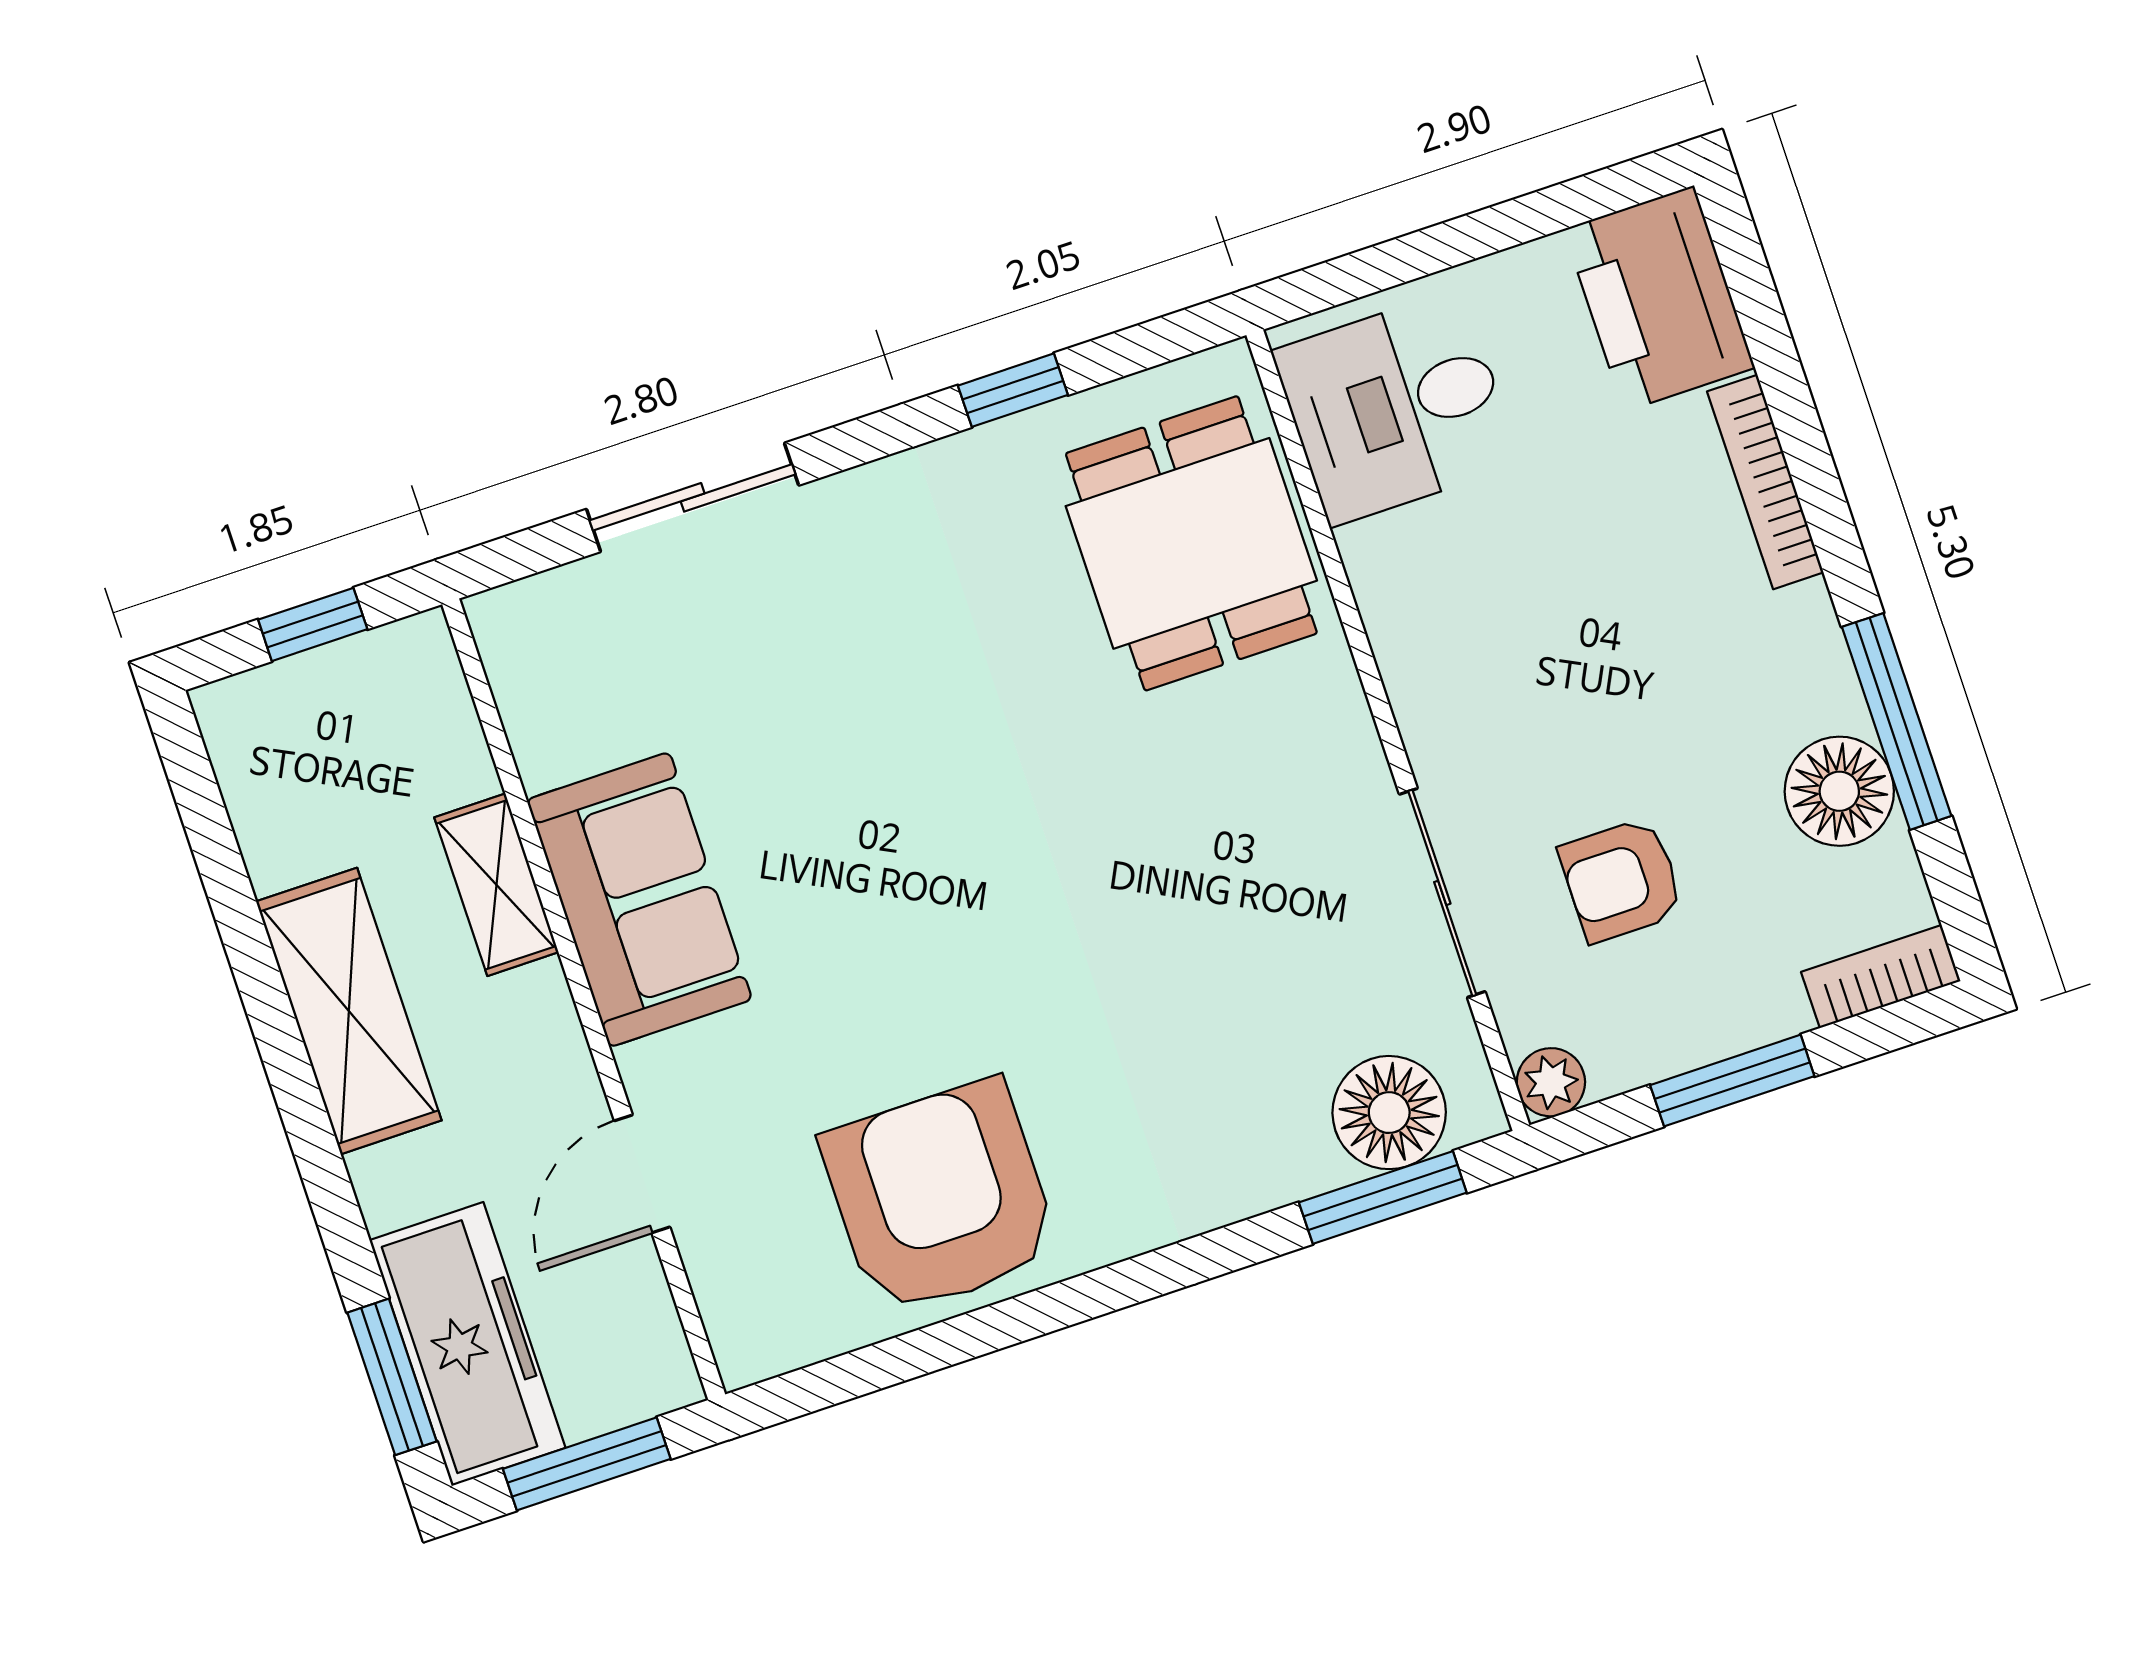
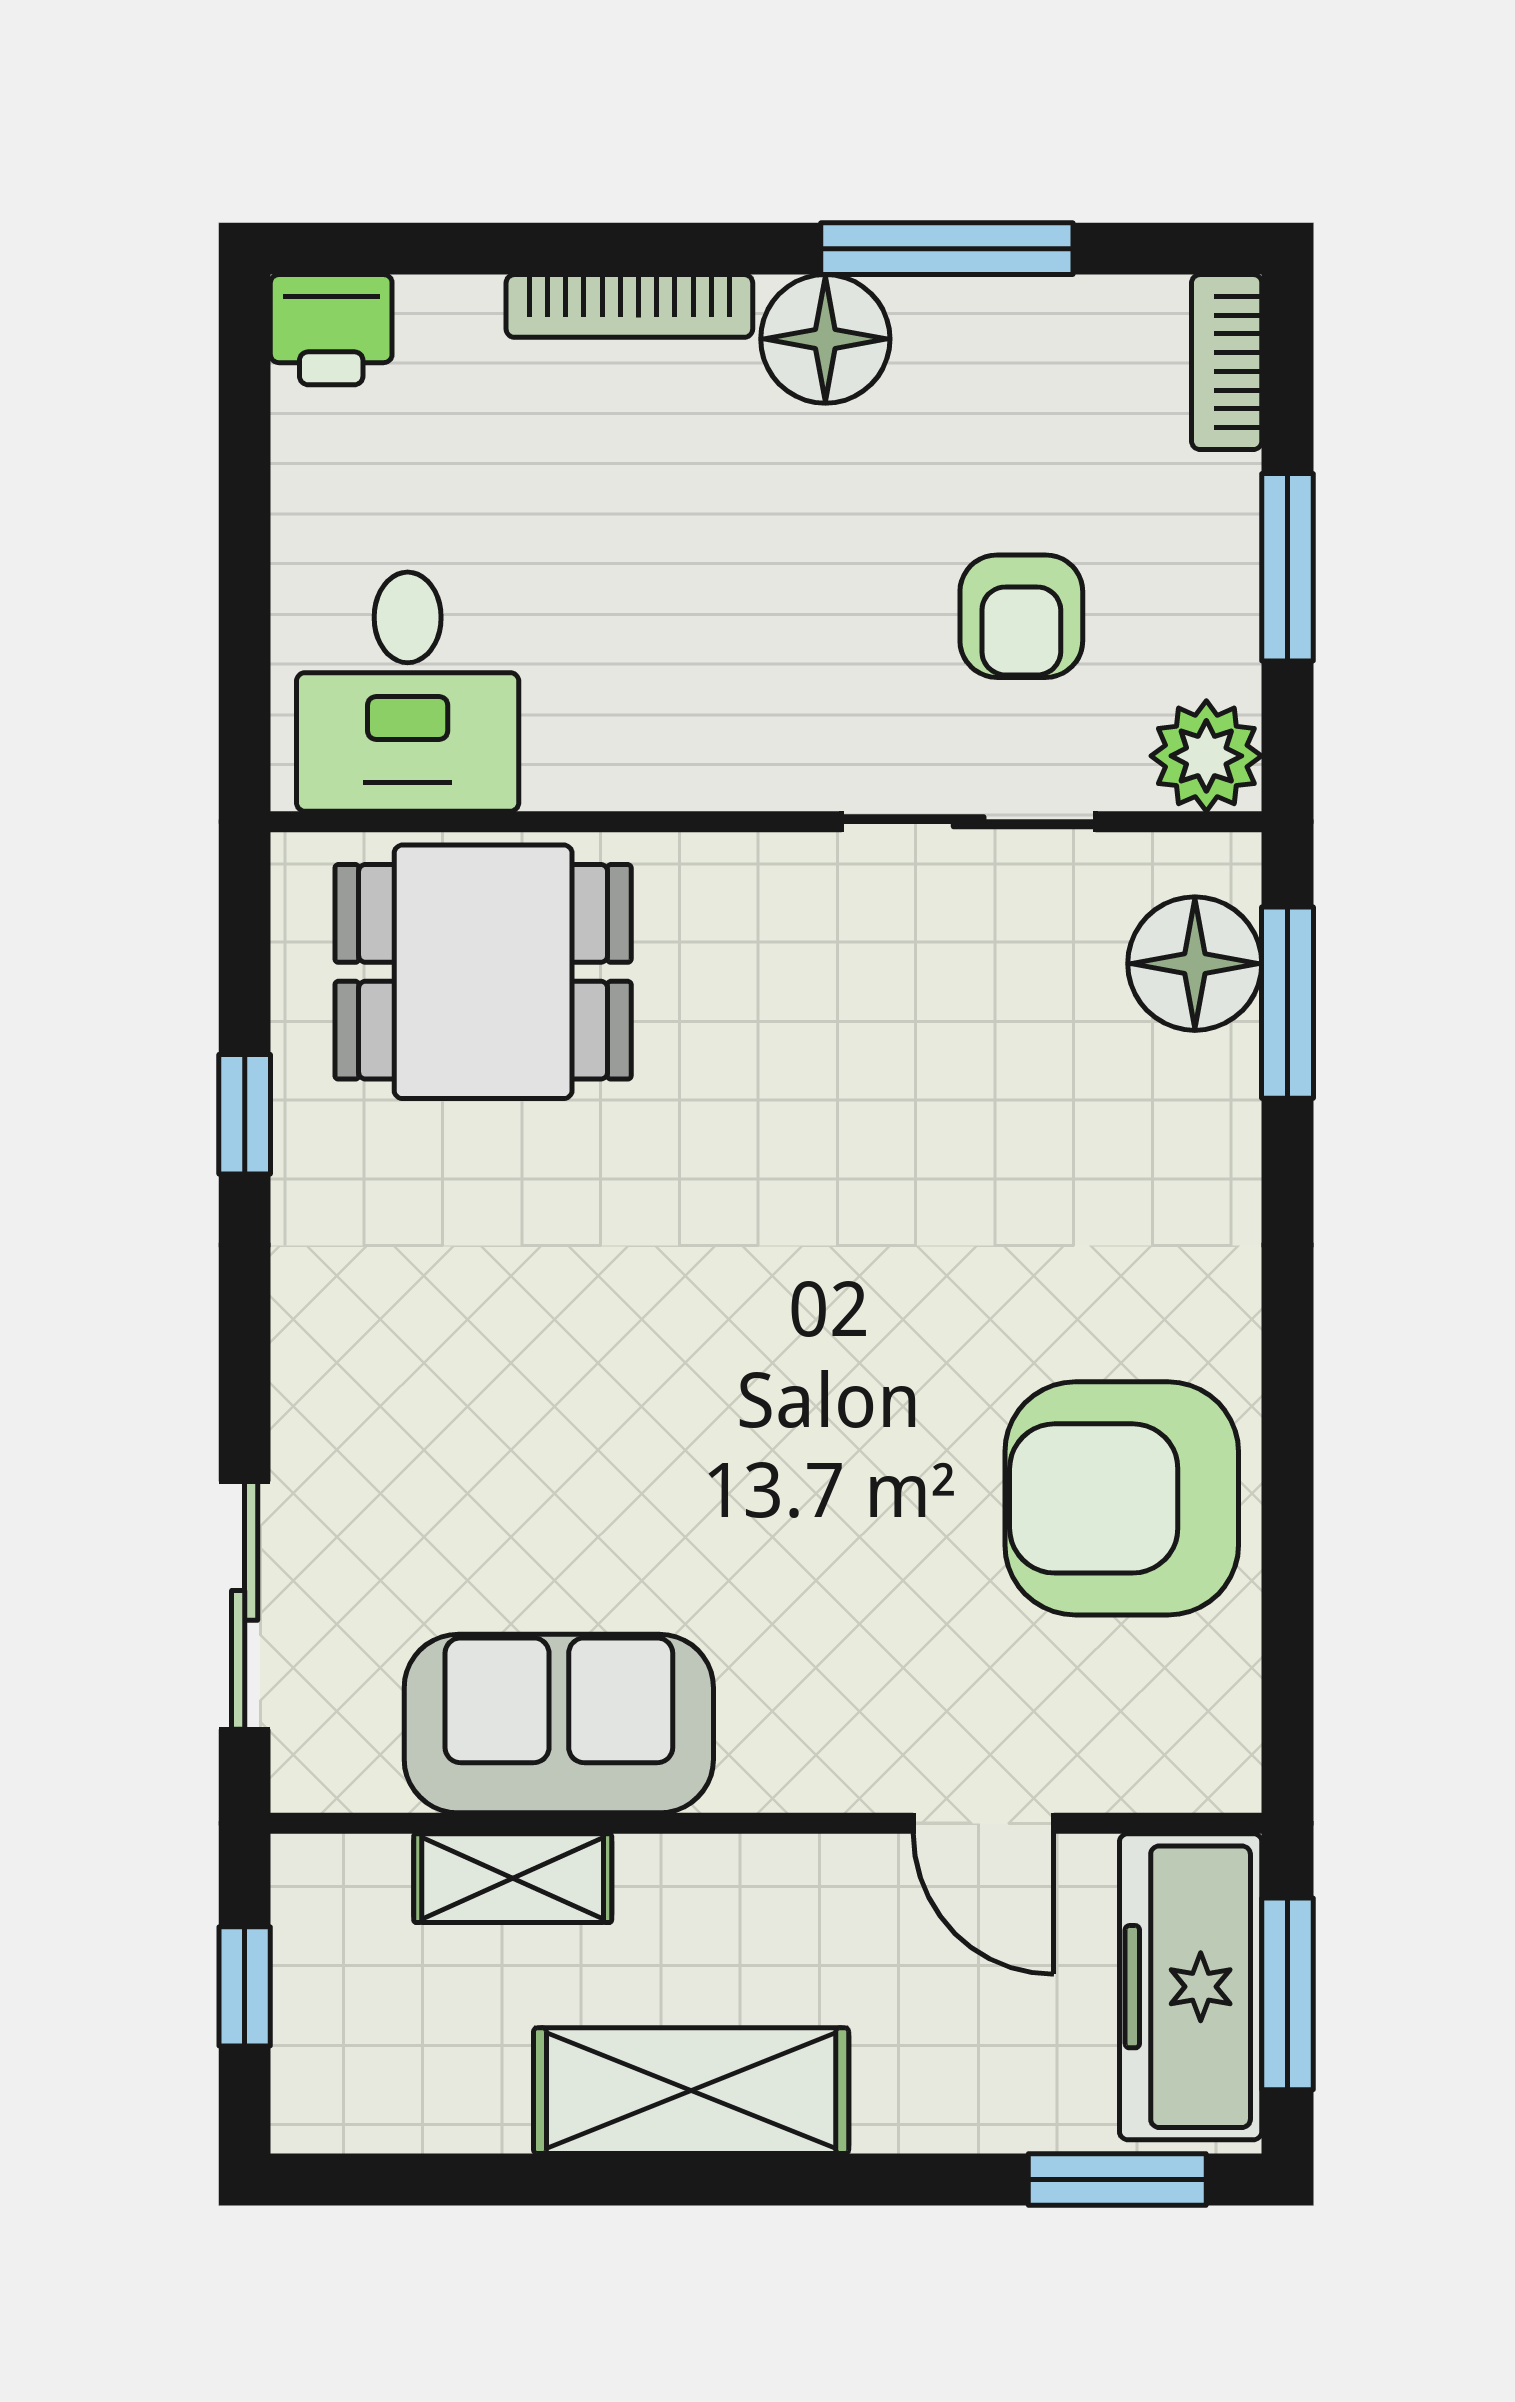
printer: (1659, 299) -> (331, 330), width x0.53, depth x0.68
sliding door: (693, 497) -> (245, 1605), moved
floor lamp: (1839, 791) -> (825, 339), moved
shelving: (496, 885) -> (513, 1878), moved
sofa: (639, 900) -> (559, 1724), moved
plant: (1551, 1082) -> (1206, 756), width x1.38, depth x1.38
freezer: (468, 1344) -> (1191, 1987), moved, turned -90

